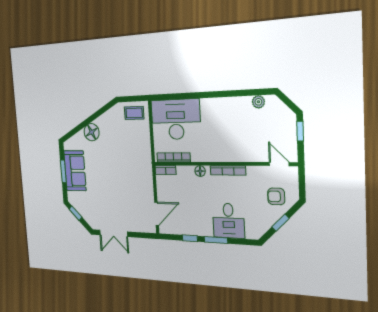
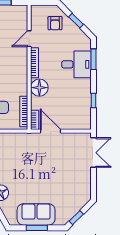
door: (279, 164) -> (29, 39), moved
floor lamp: (200, 171) -> (39, 88), width x1.89, depth x1.89
door: (157, 214) -> (51, 131), moved
double door: (114, 233) -> (94, 153), moved
window: (216, 240) -> (94, 59), moved

